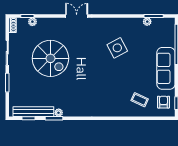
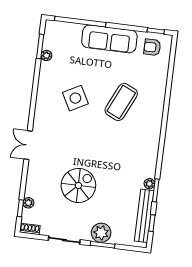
spiral stairs: (50, 58) -> (78, 185), width x0.73, depth x0.73
plant: (16, 80) -> (101, 233), added
coffee table: (140, 100) -> (121, 102), moved, width x1.86, depth x1.72

